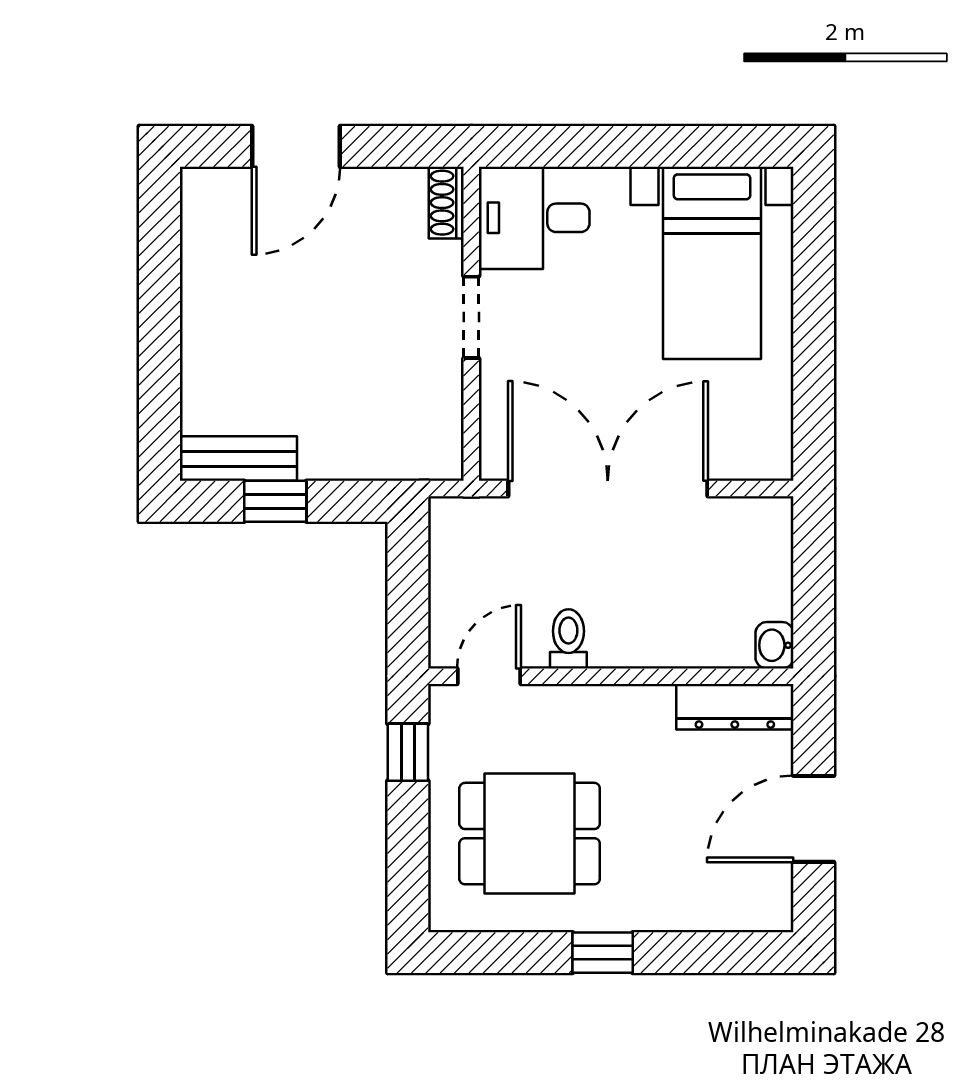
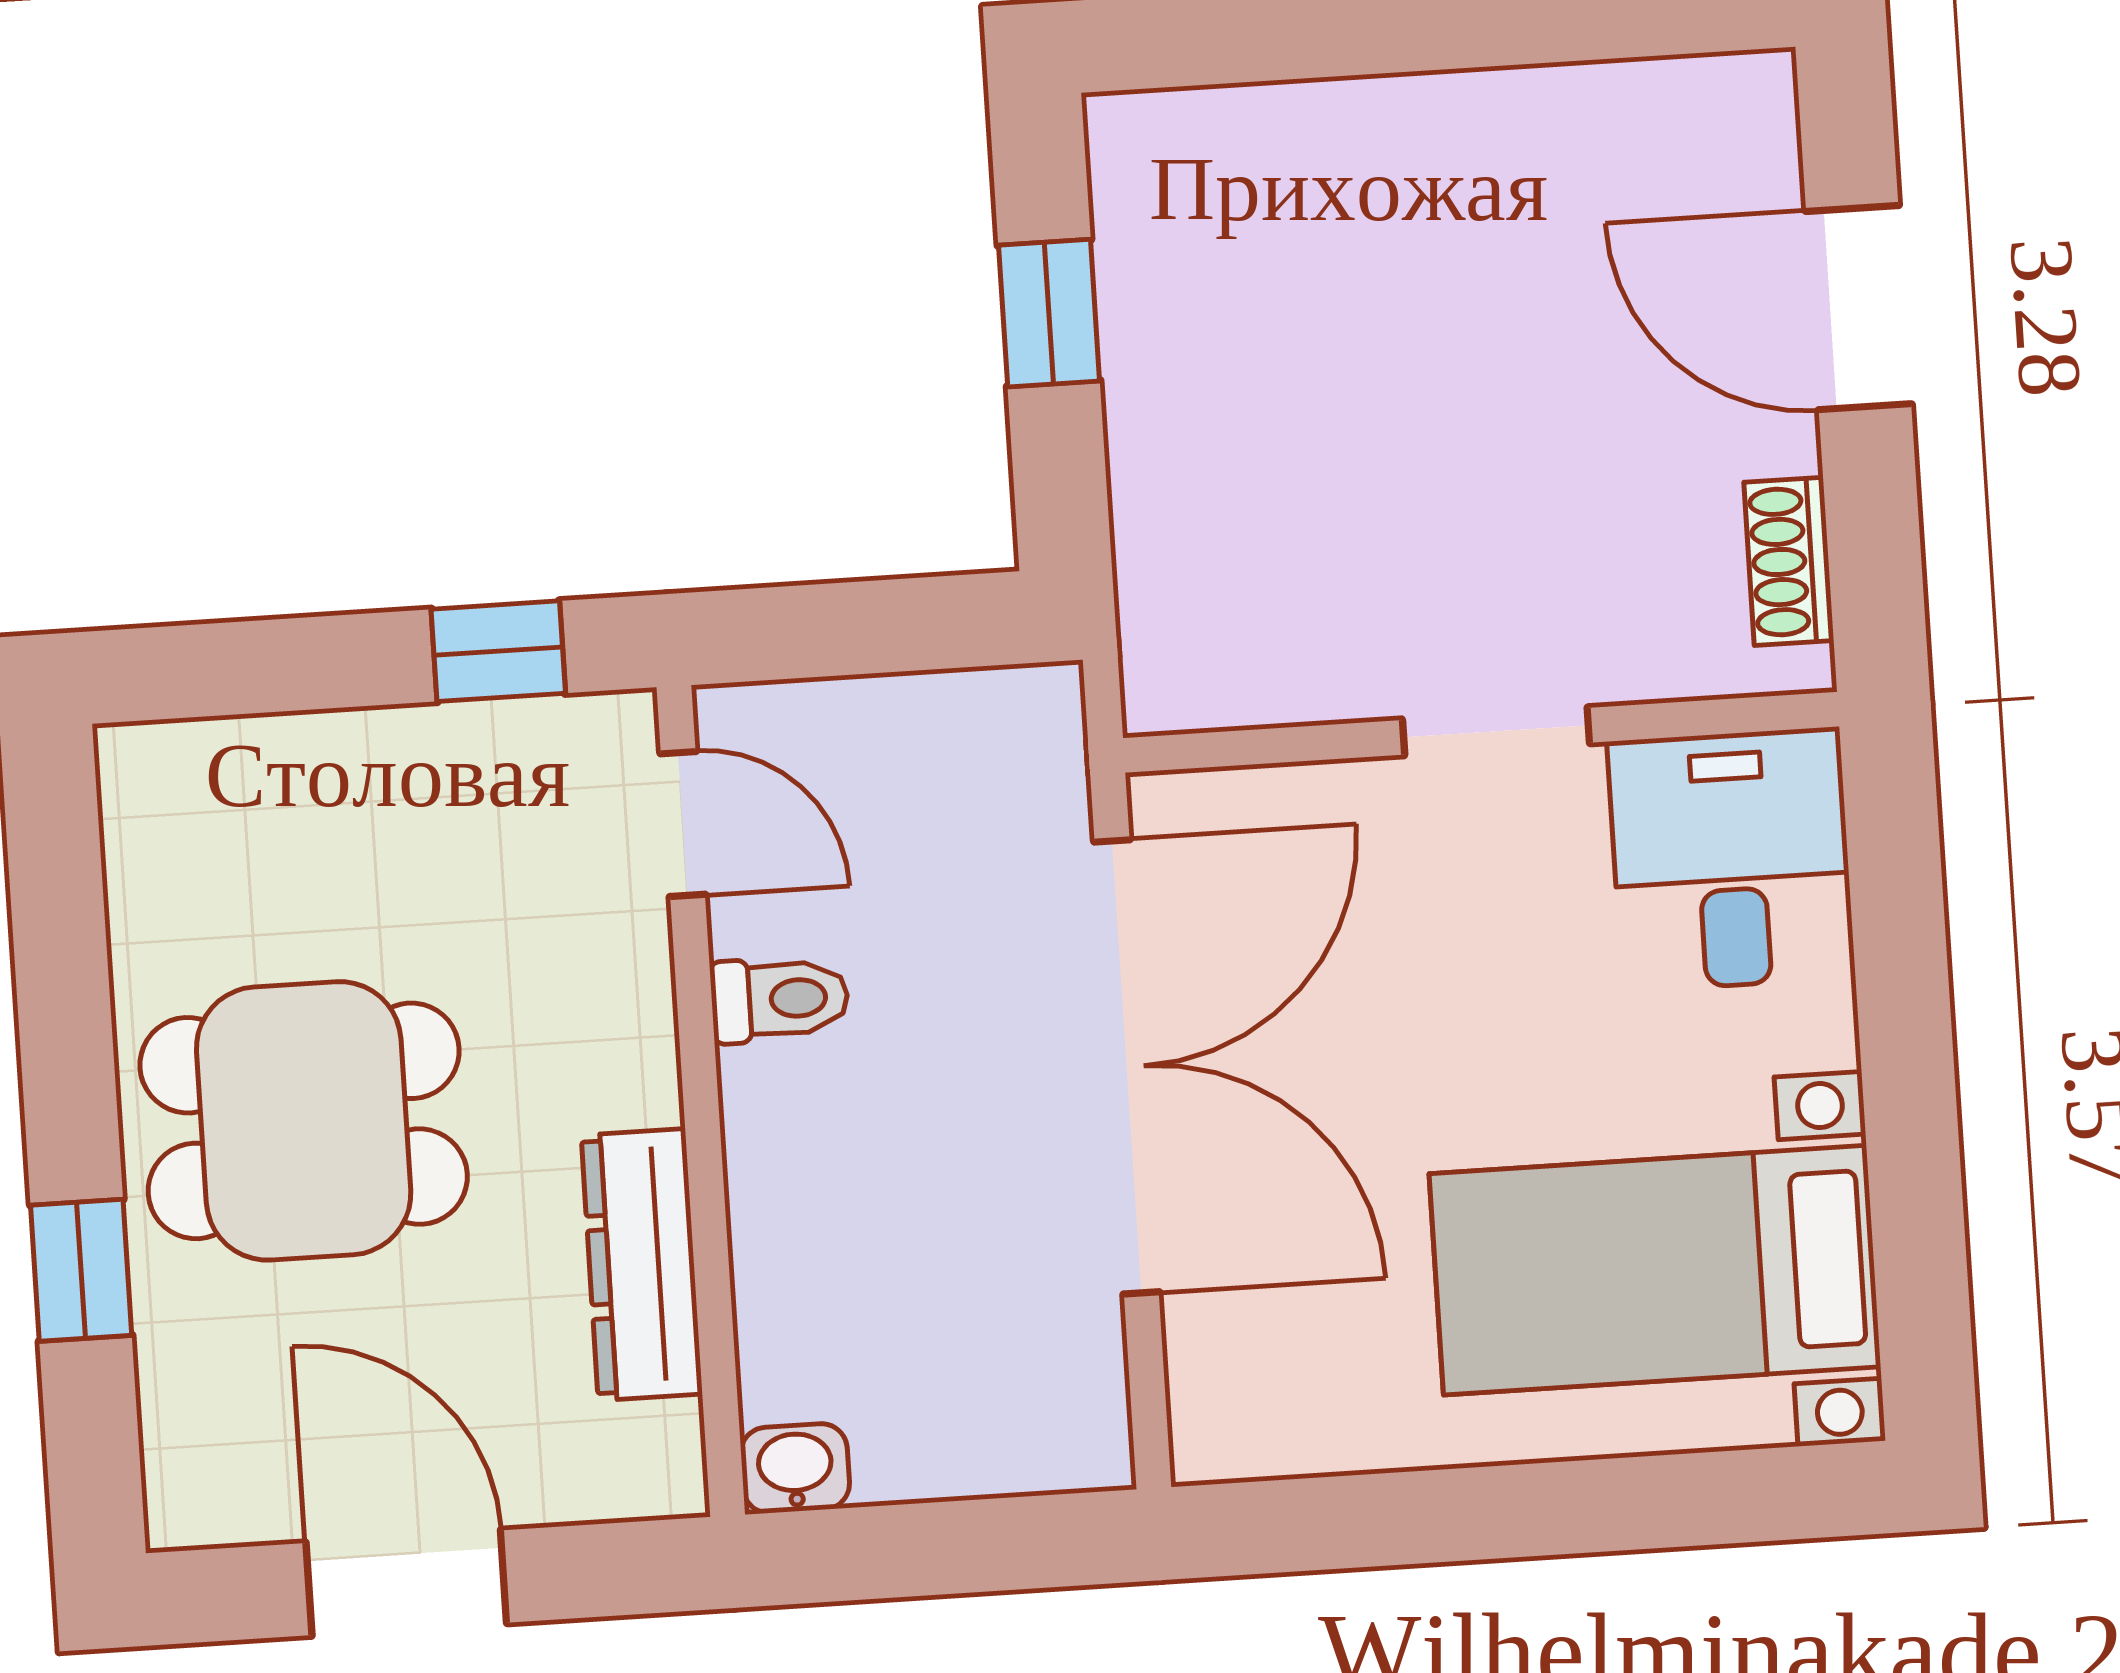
shoe rack: (446, 203) -> (1789, 561), moved, turned -90
bench: (238, 459) -> (1141, 223), removed
dresser: (735, 707) -> (642, 1265), moved
dining table: (530, 834) -> (304, 1121), moved, turned 90
window: (603, 953) -> (81, 1270), moved

